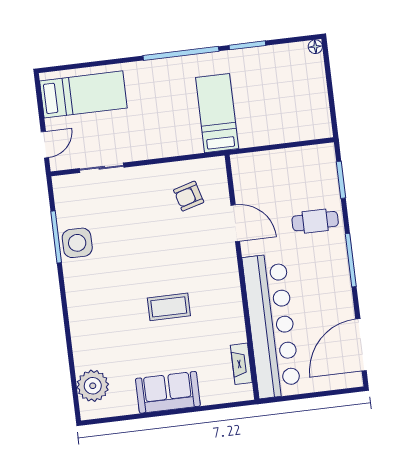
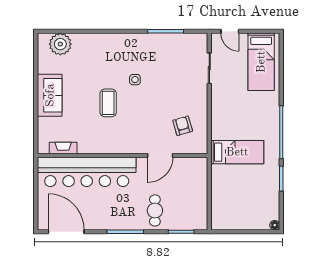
side table: (77, 243) -> (135, 80), moved, width x0.54, depth x0.54

